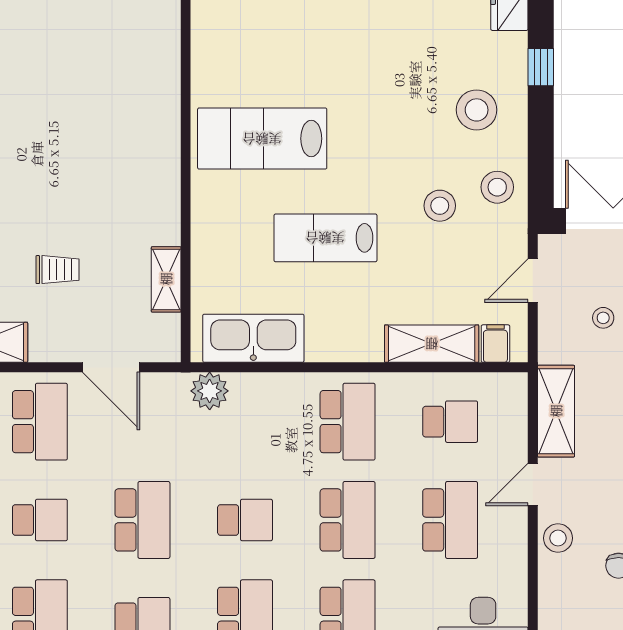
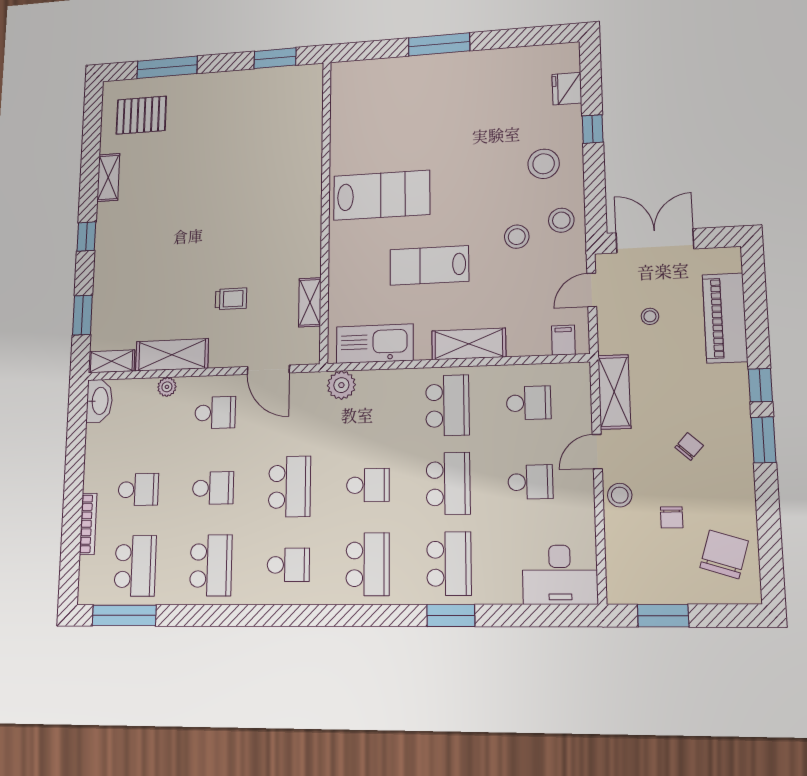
lab bench: (262, 139) -> (382, 195), turned 180
shelving: (432, 344) -> (469, 344), moved
school desk: (40, 422) -> (215, 413), width x0.54
school desk: (450, 520) -> (530, 482), width x0.54

